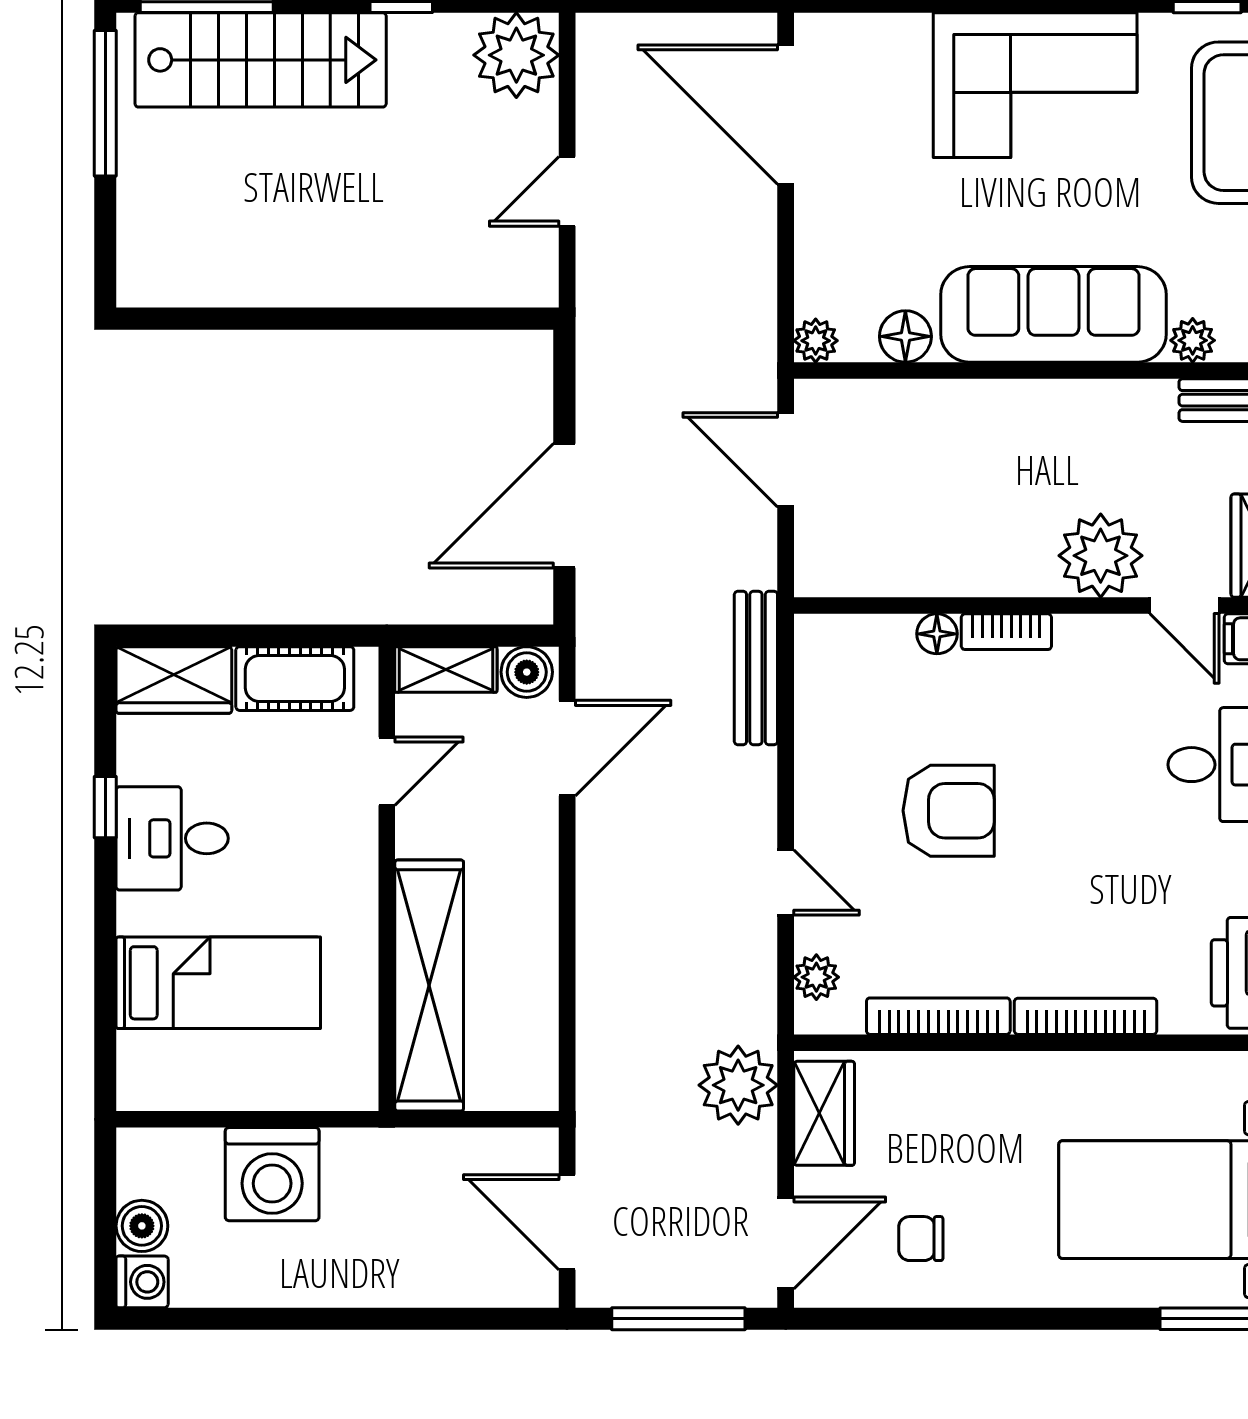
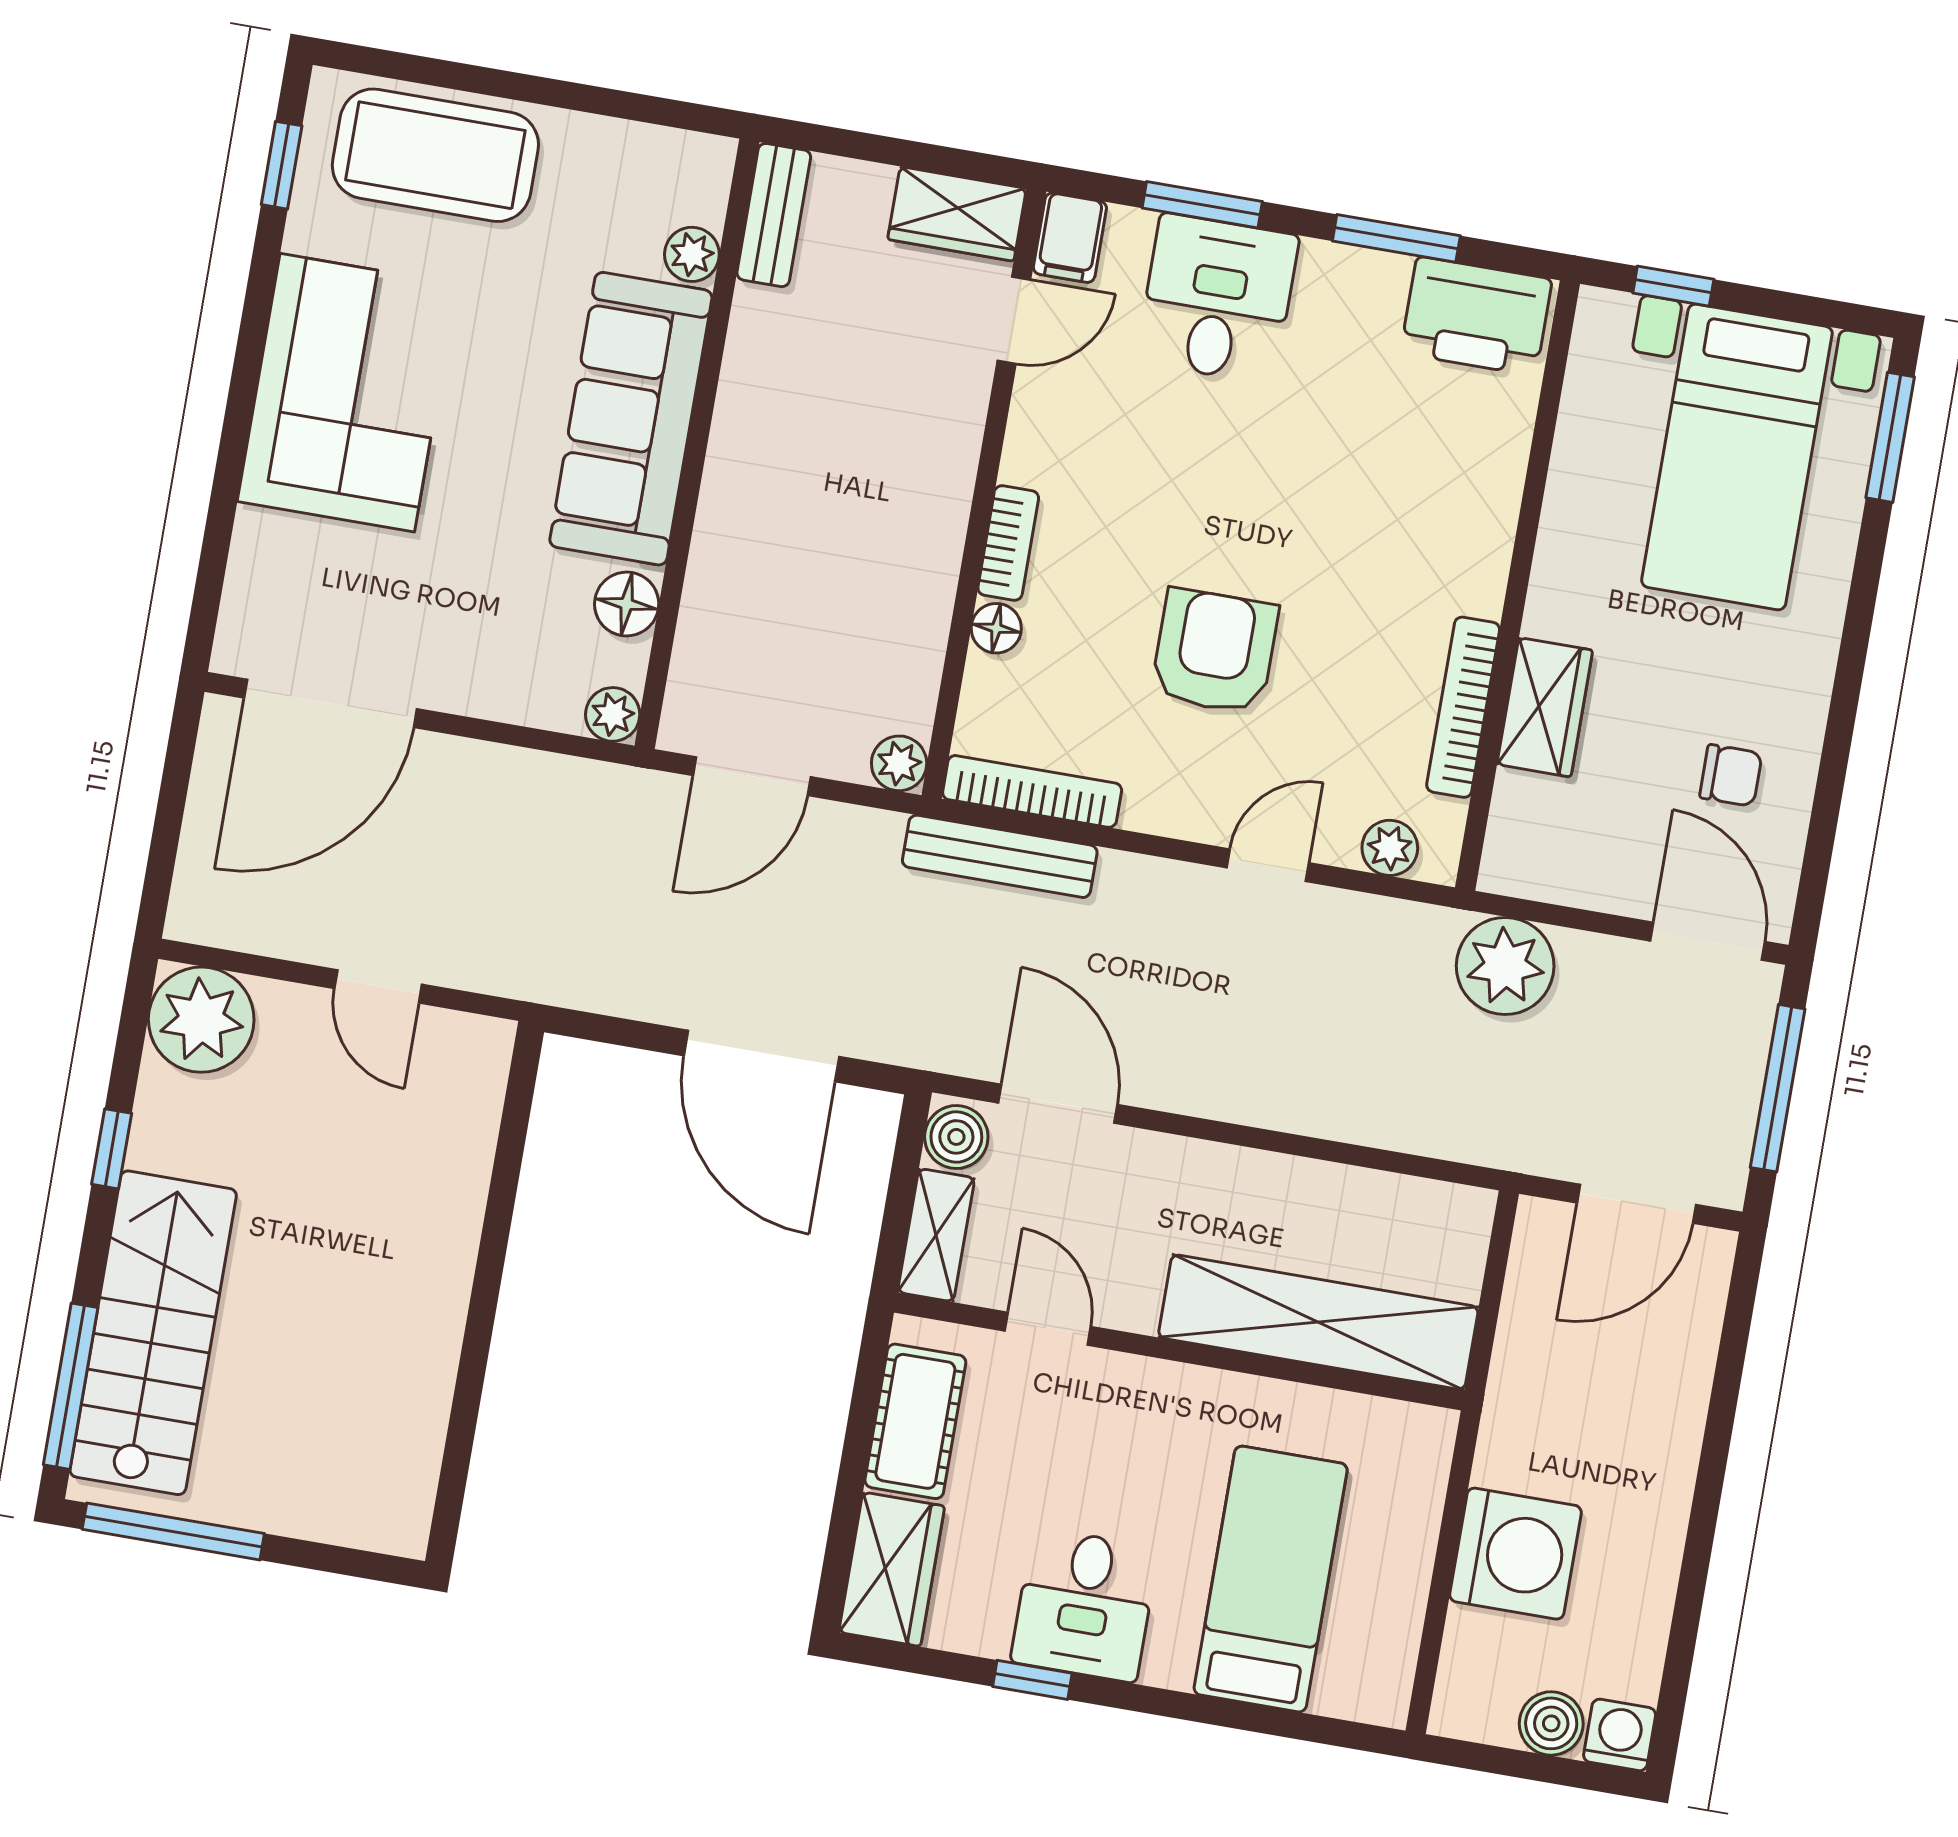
plant: (1101, 556) -> (899, 763), moved, width x0.53, depth x0.53
bookcase: (1086, 1016) -> (1032, 791), moved, turned 90
wardrobe: (824, 1113) -> (1545, 707), moved, turned 90
chair: (921, 1239) -> (1731, 775), turned -90

